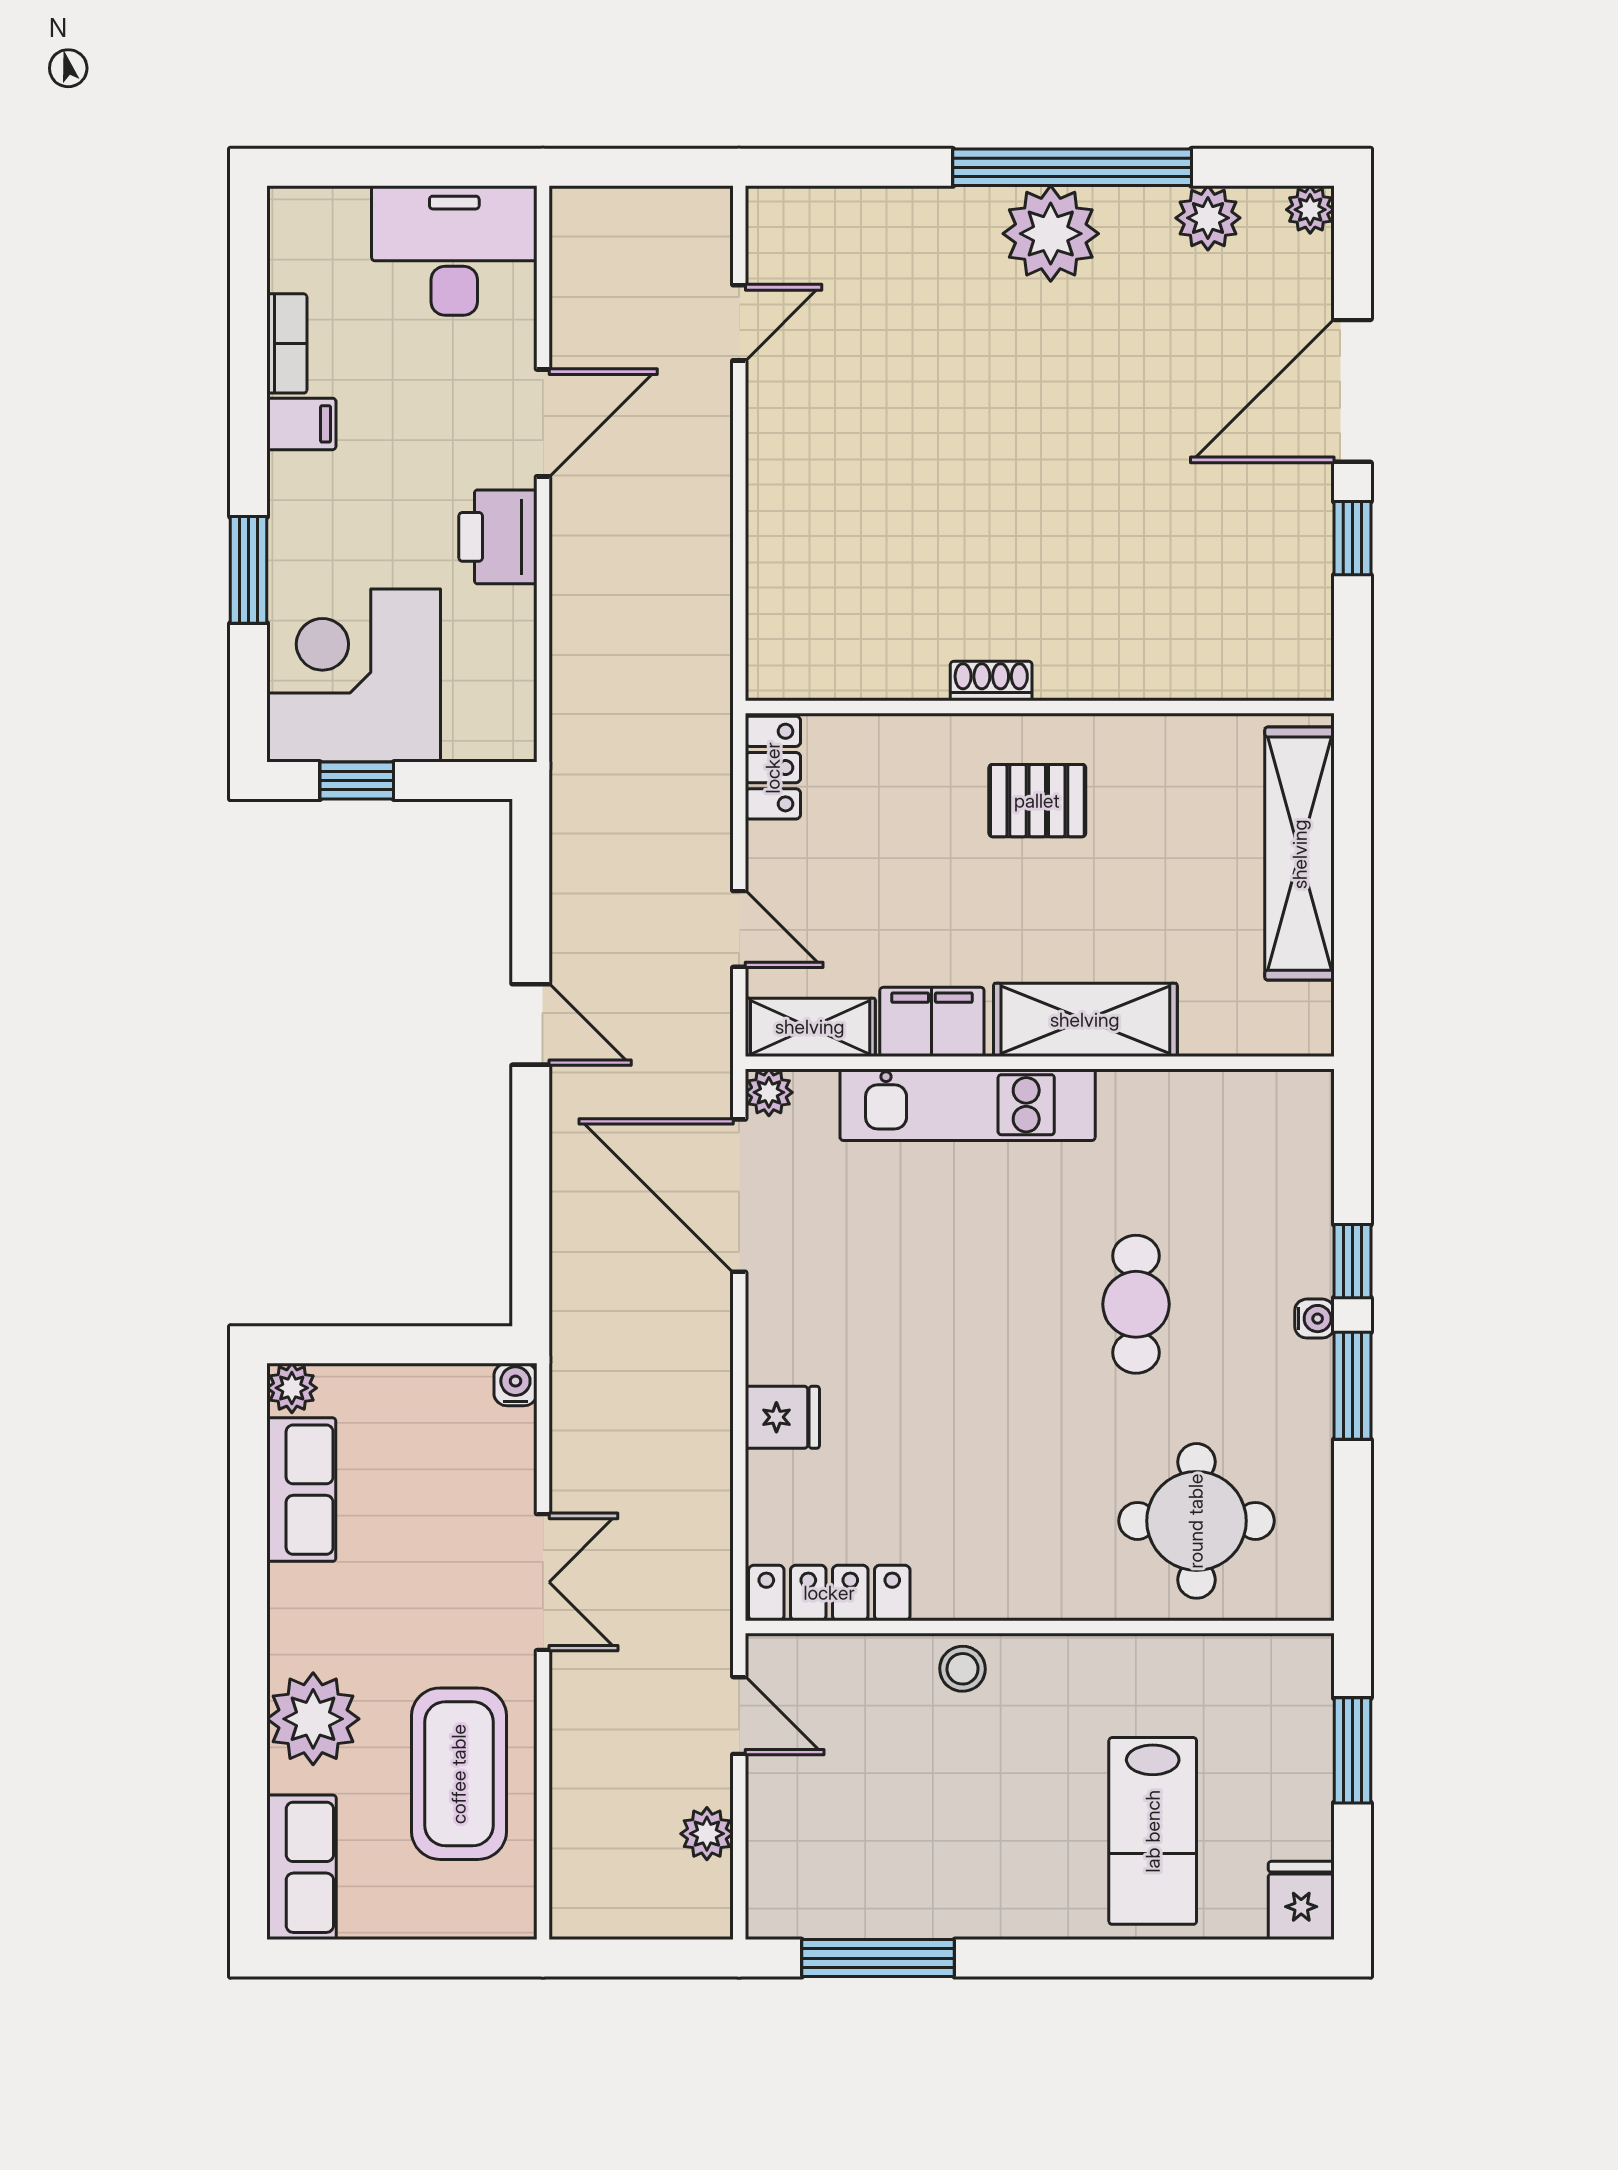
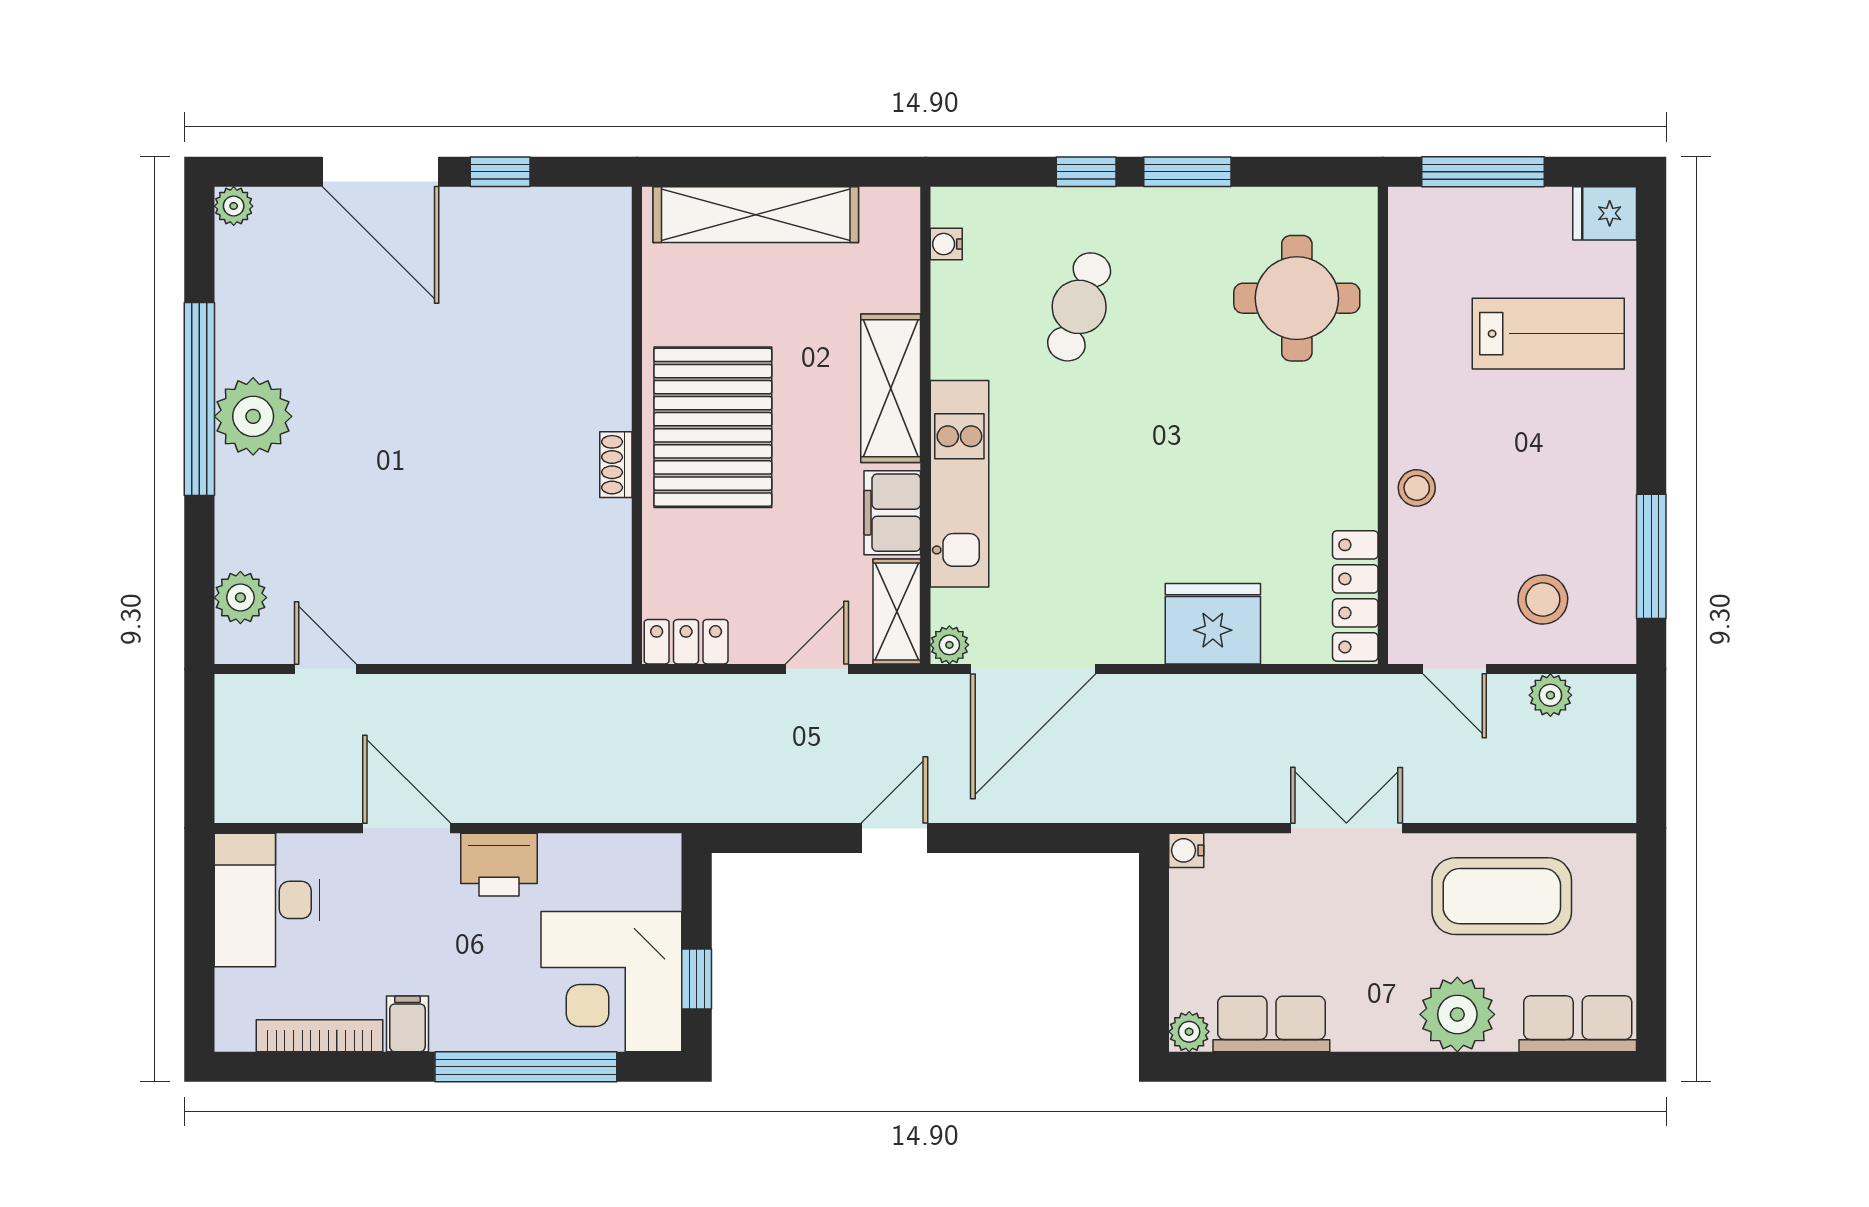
plant: (1208, 218) -> (240, 598), moved
bookcase: (287, 343) -> (319, 1036), width x1.56
window: (249, 570) -> (526, 1067), width x2.11
pallet: (1037, 801) -> (713, 427), width x2.05, depth x2.00
cafe table: (1136, 1304) -> (1079, 307), moved, turned -71
water cooler: (1314, 1319) -> (946, 244), moved, turned -90
fridge: (782, 1417) -> (1213, 624), width x1.88, depth x1.34
door: (739, 1716) -> (1455, 669), swing flipped
window: (1352, 1750) -> (1483, 172), width x1.44
stool: (825, 1824) -> (1543, 600), added

